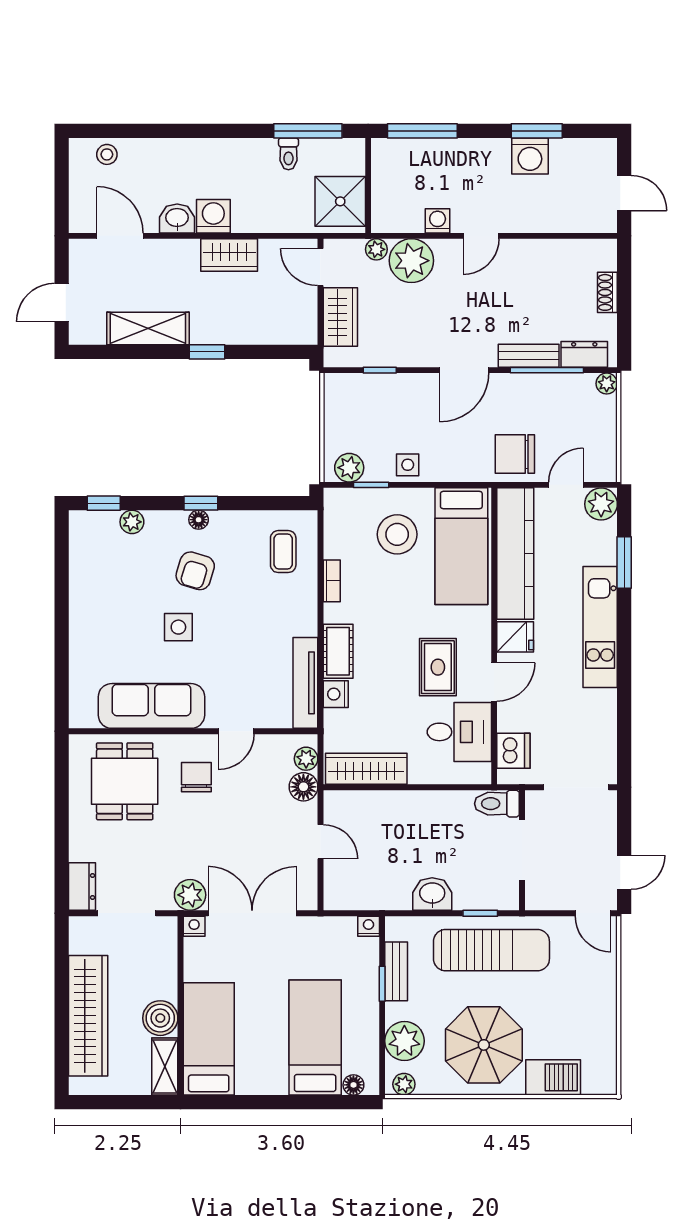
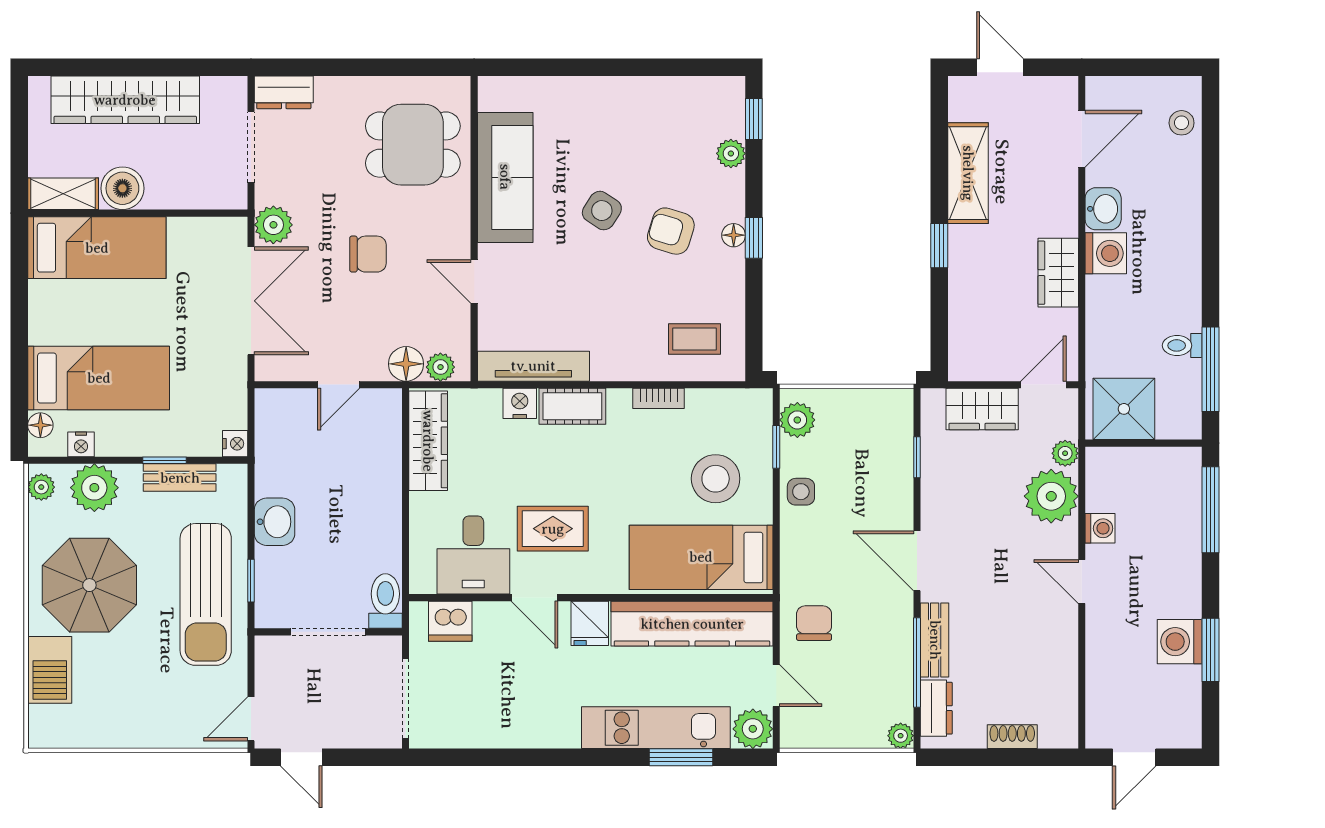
chair: (515, 454) -> (814, 623), width x0.73, depth x0.73
side table: (178, 627) -> (602, 211), turned 33
kitchen unit: (600, 627) -> (656, 728), moved
chair: (196, 777) -> (368, 254), moved
nightstand: (194, 926) -> (81, 444), moved, turned 90

